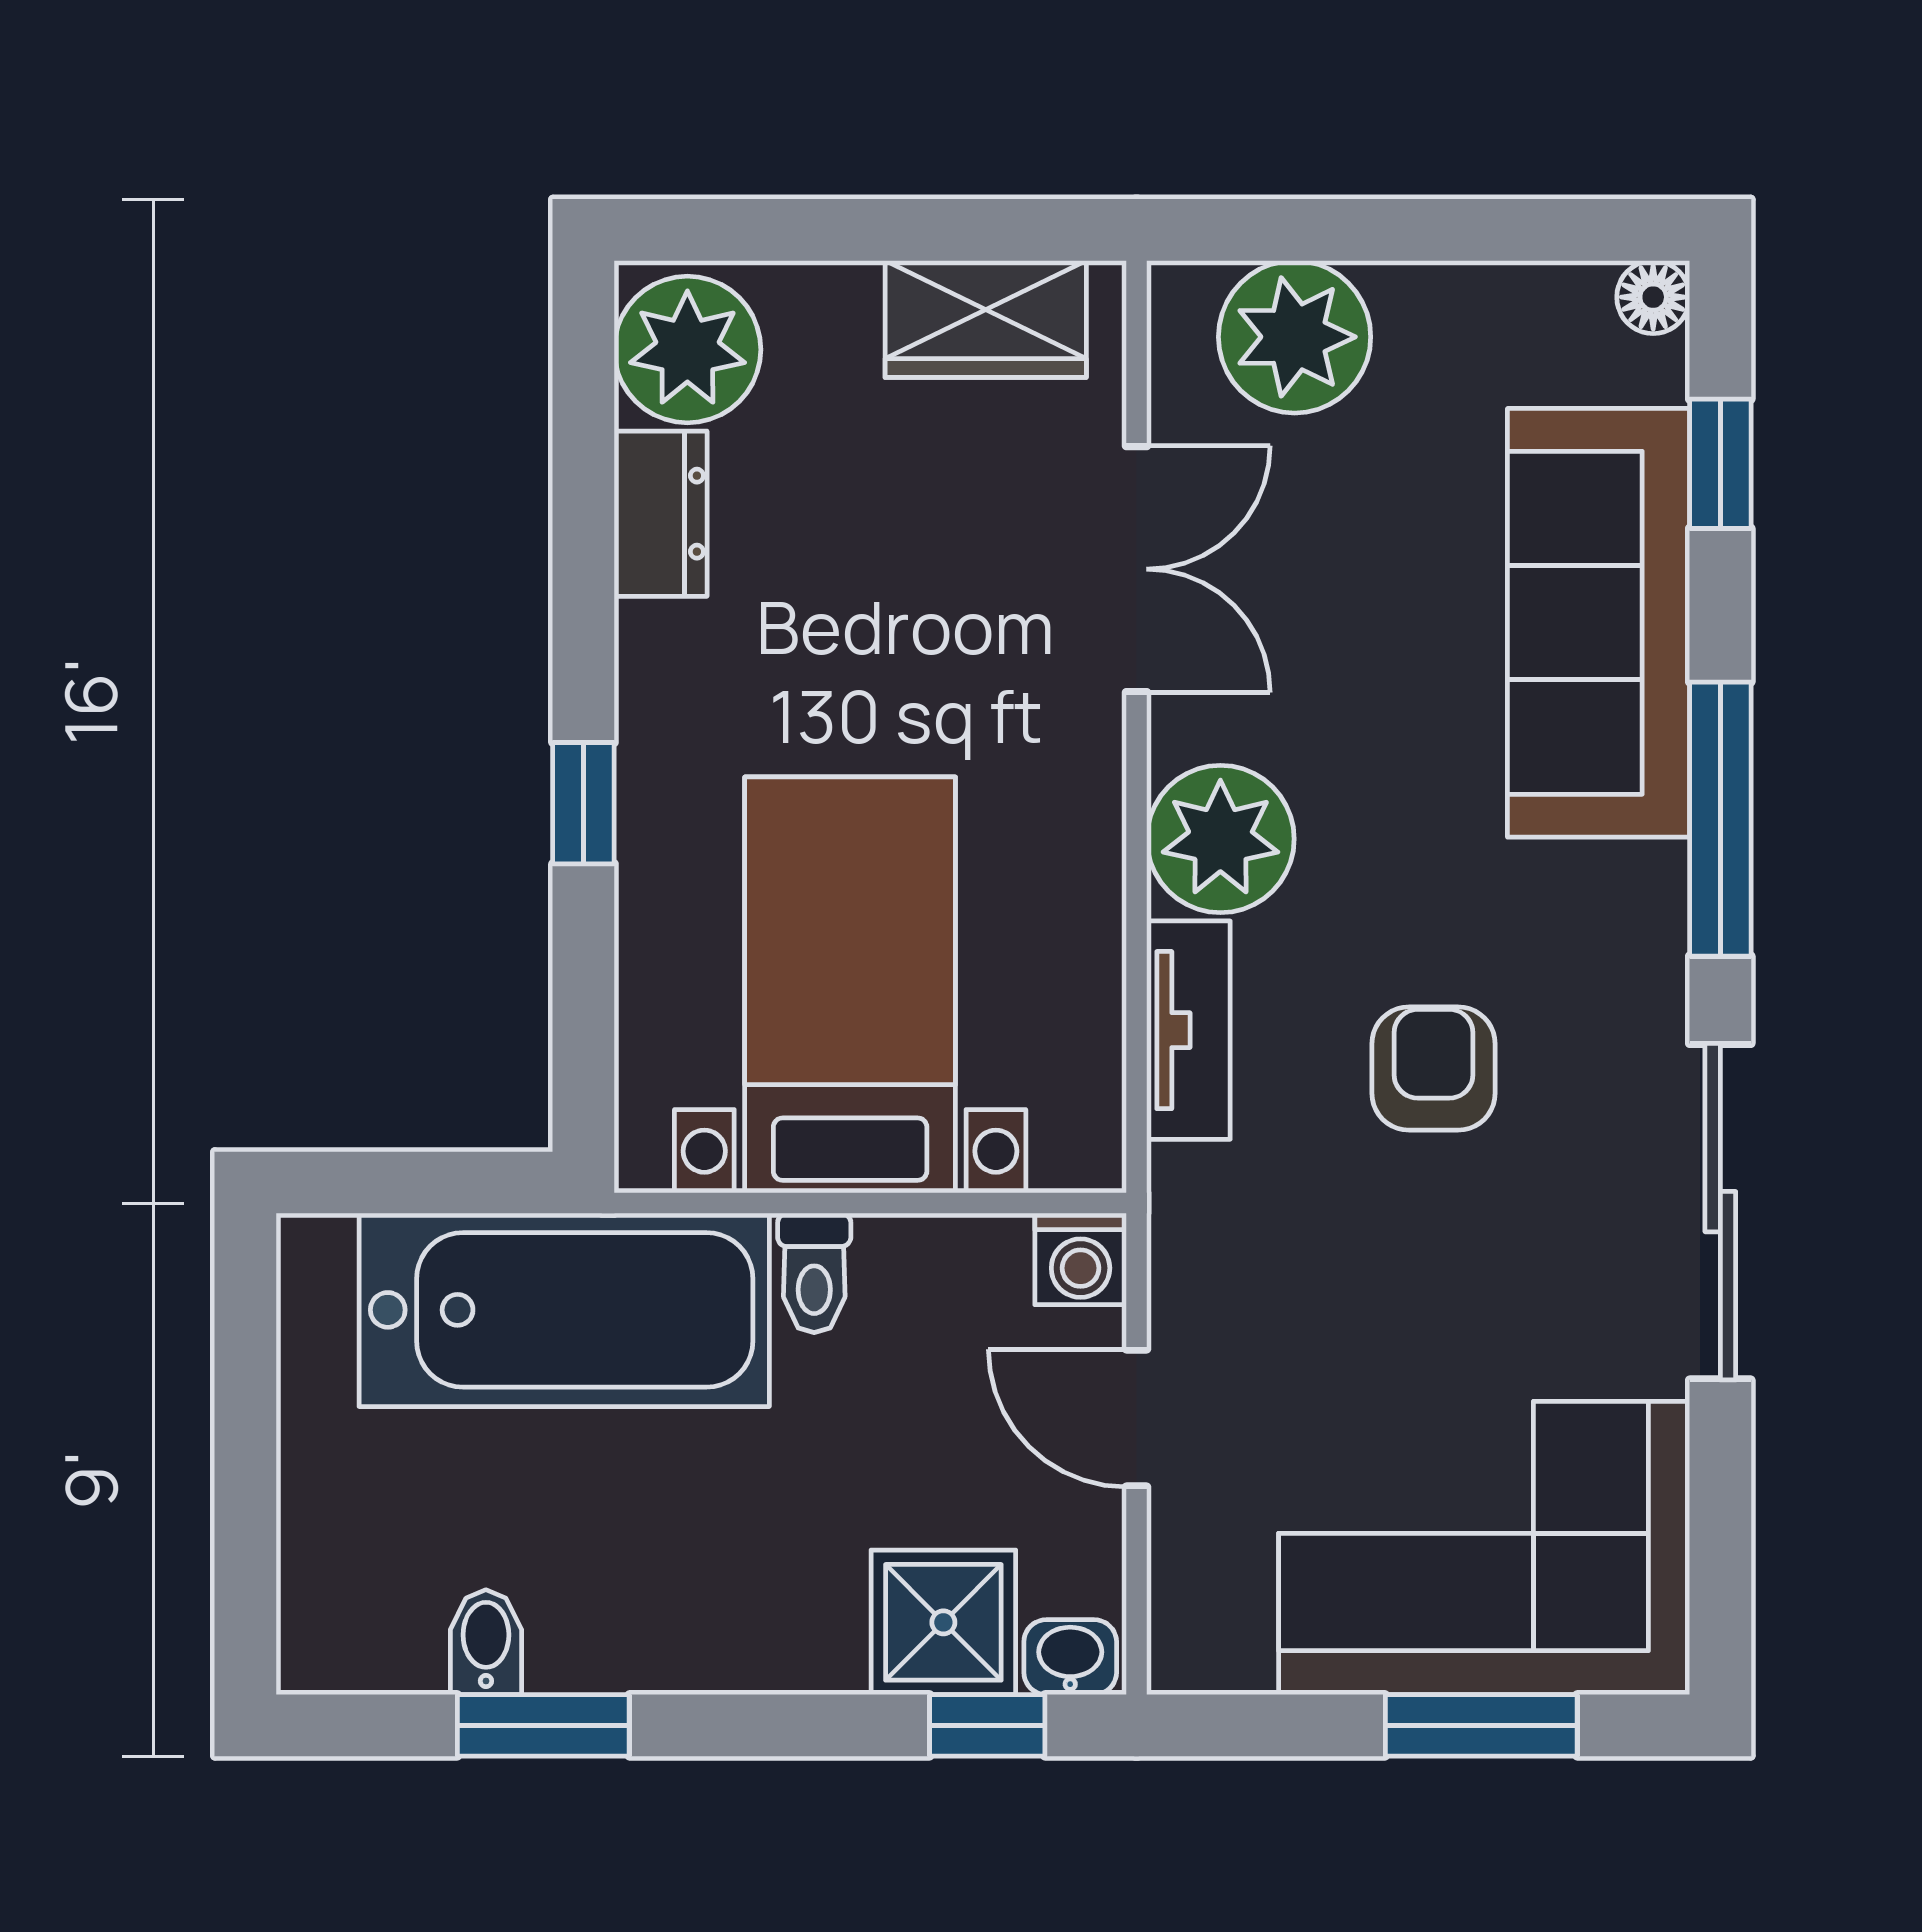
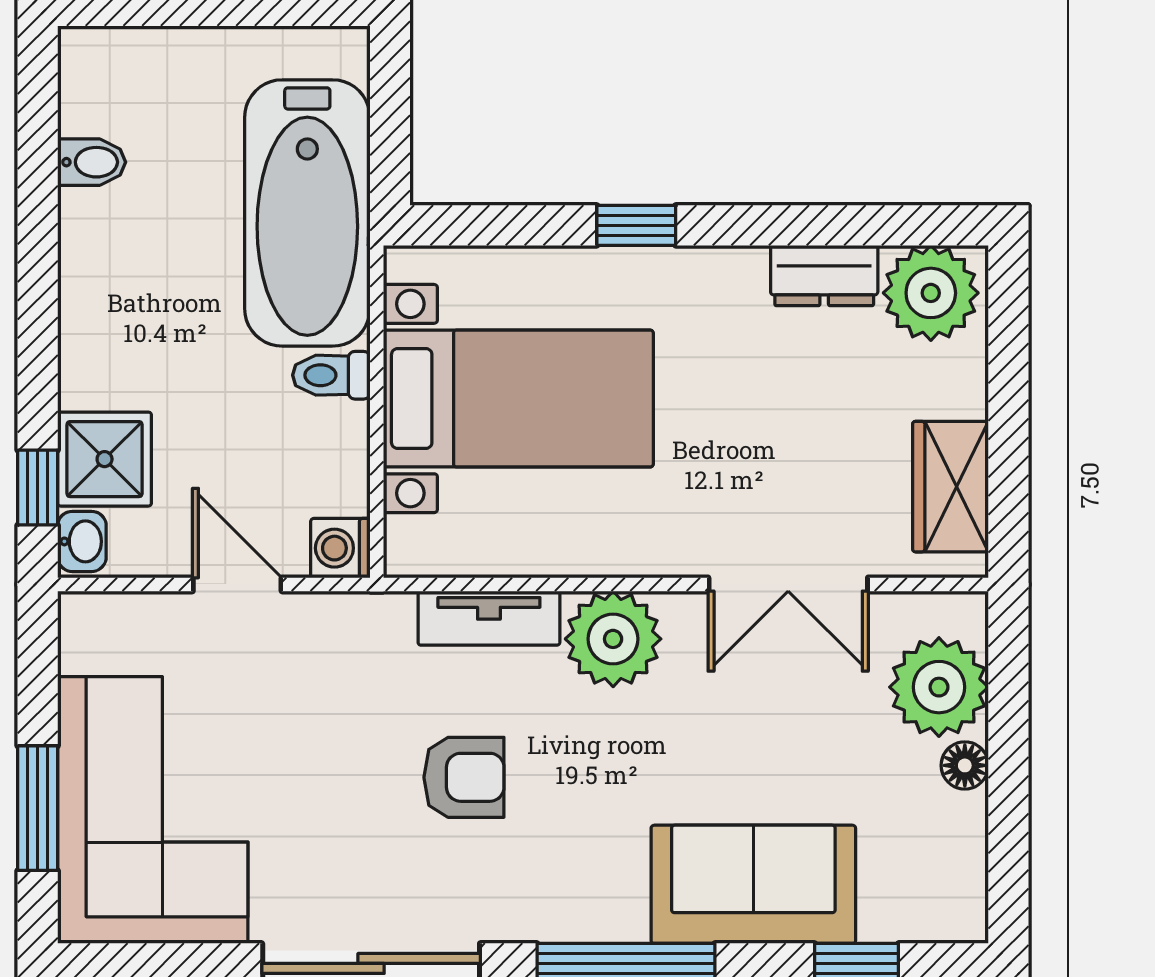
floor lamp: (1653, 297) -> (965, 765), moved
sofa: (1599, 623) -> (753, 884), width x0.73
door: (1137, 1418) -> (237, 584), hinge flipped
window: (543, 1725) -> (38, 199), removed

